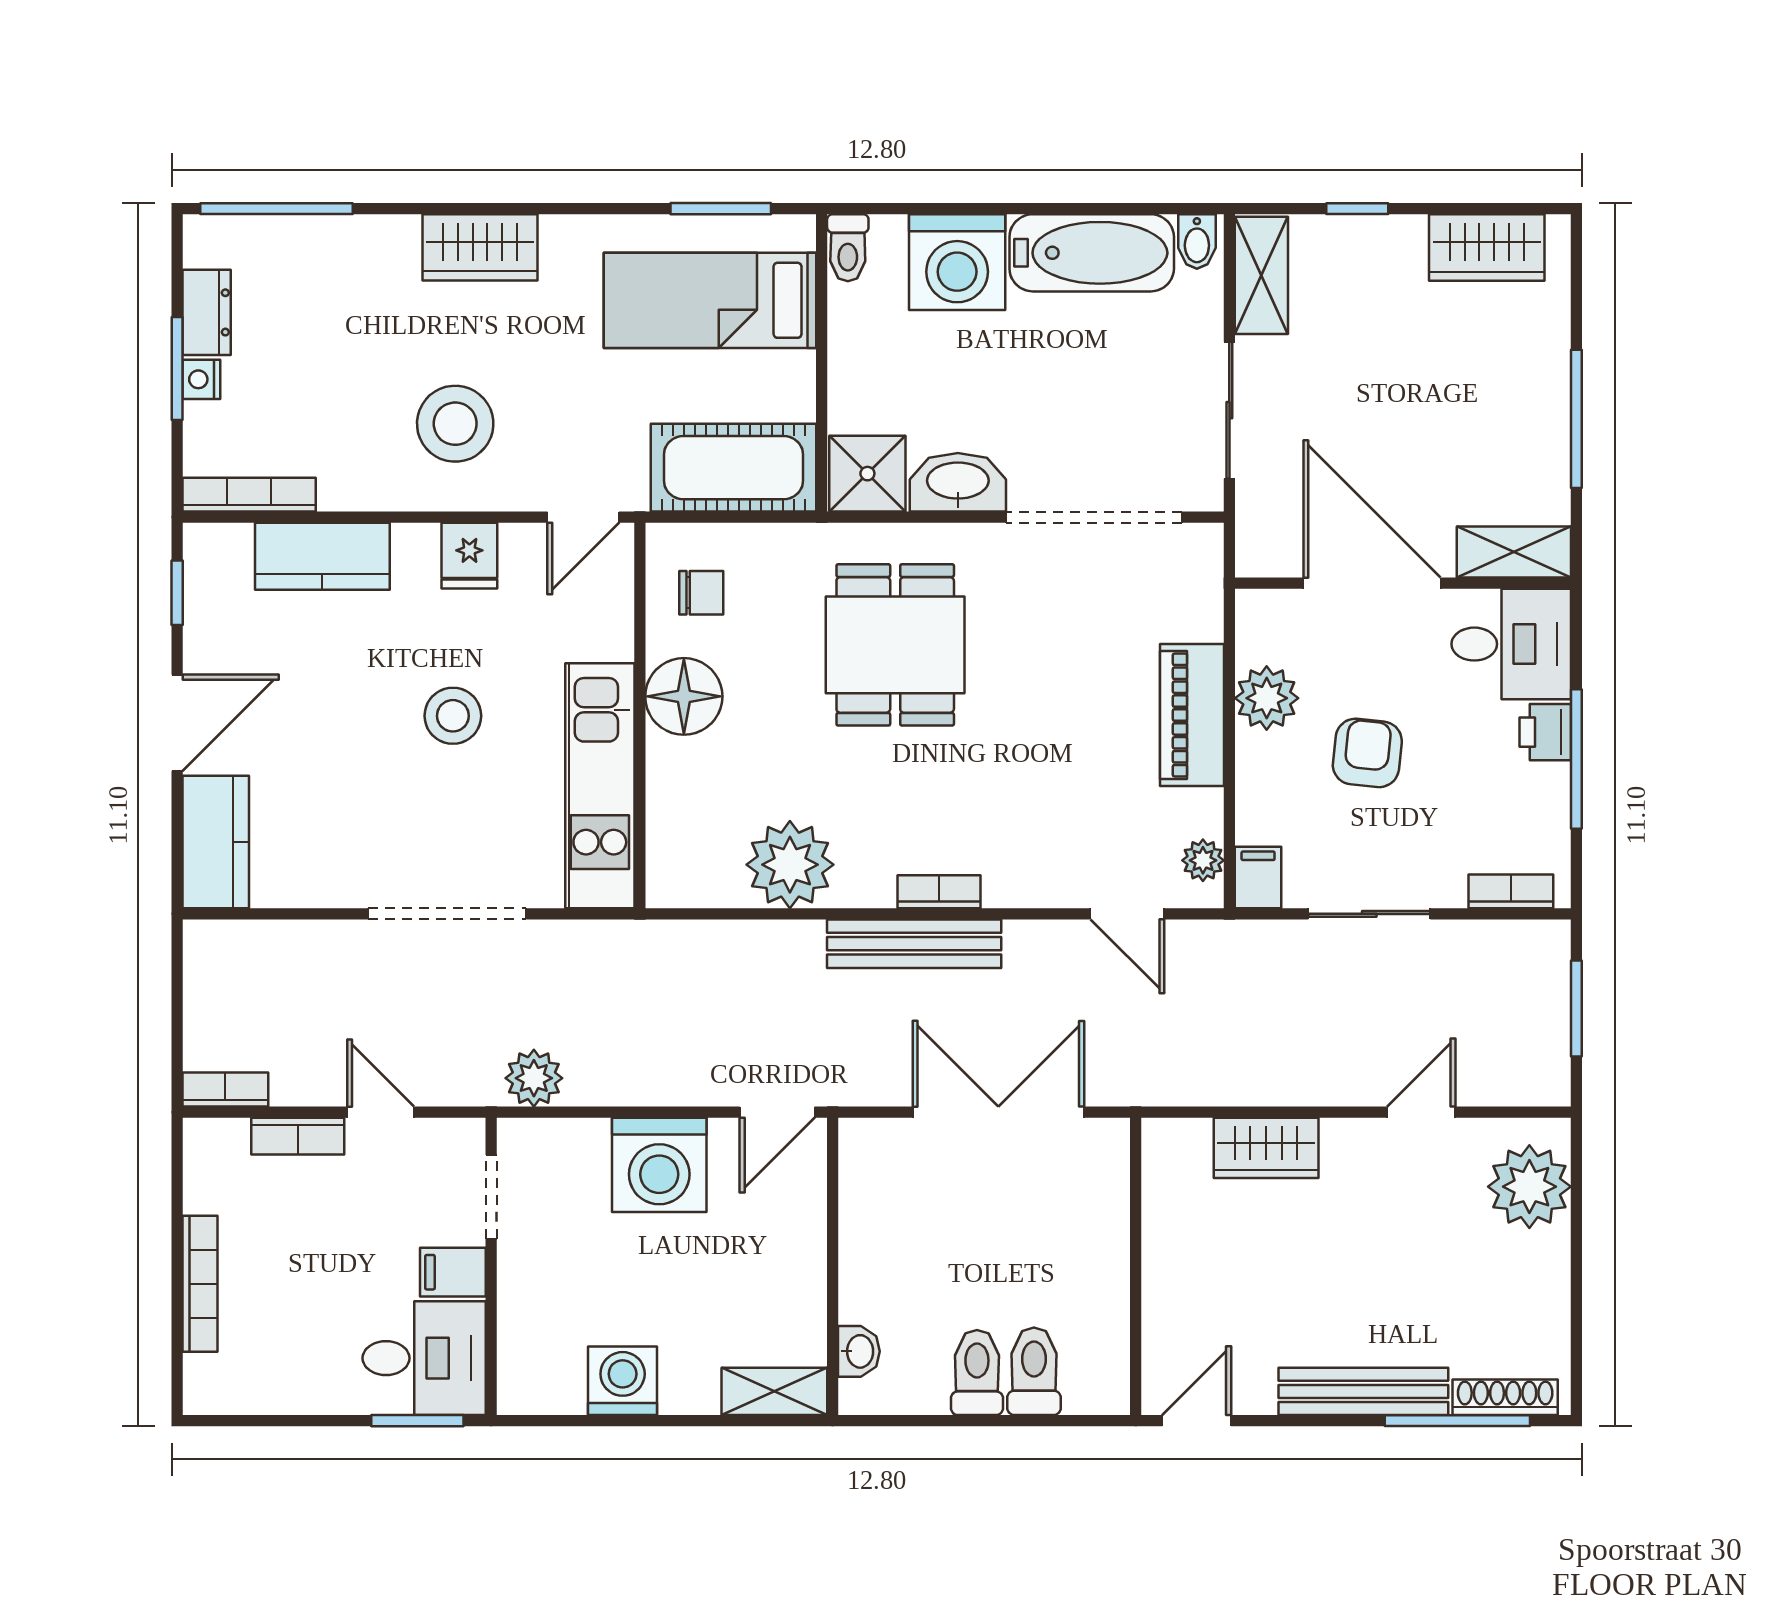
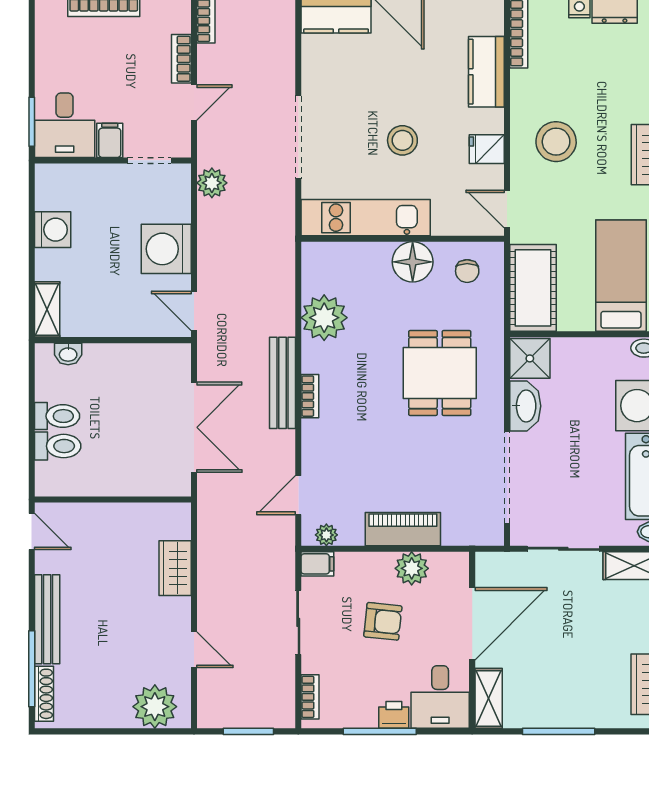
dining table: (895, 645) -> (440, 373), turned 90

